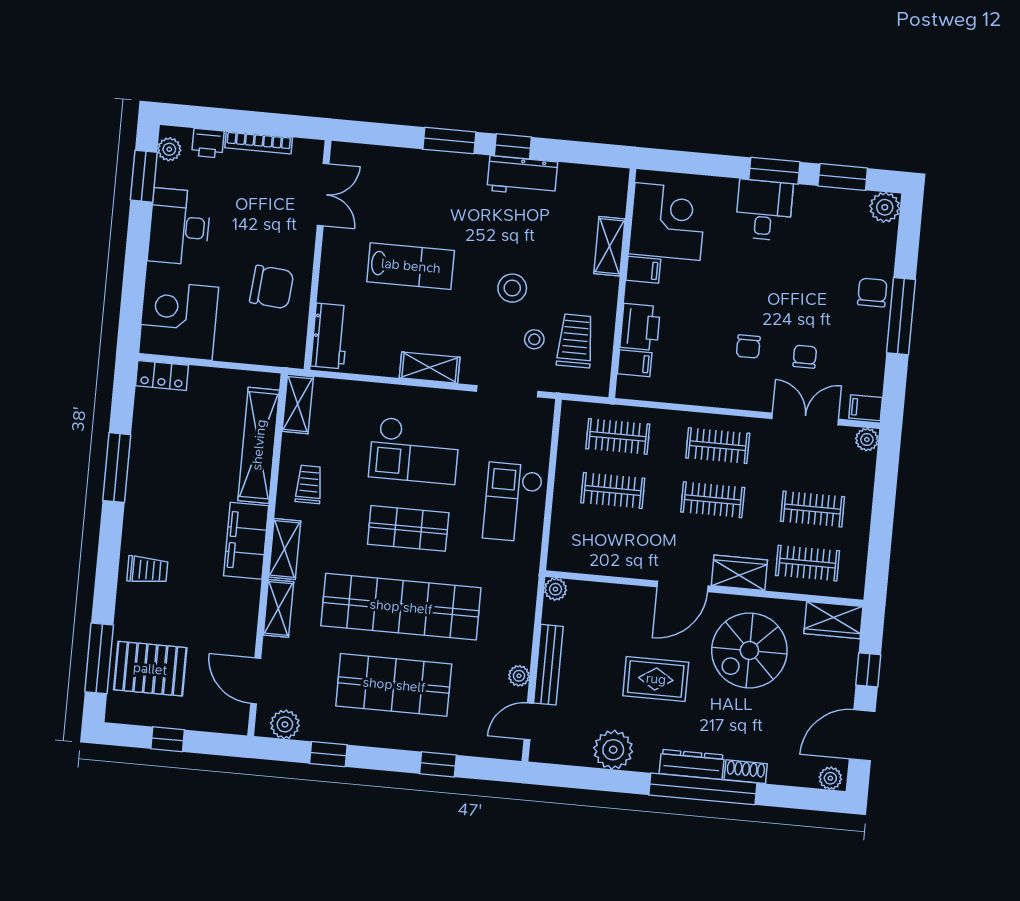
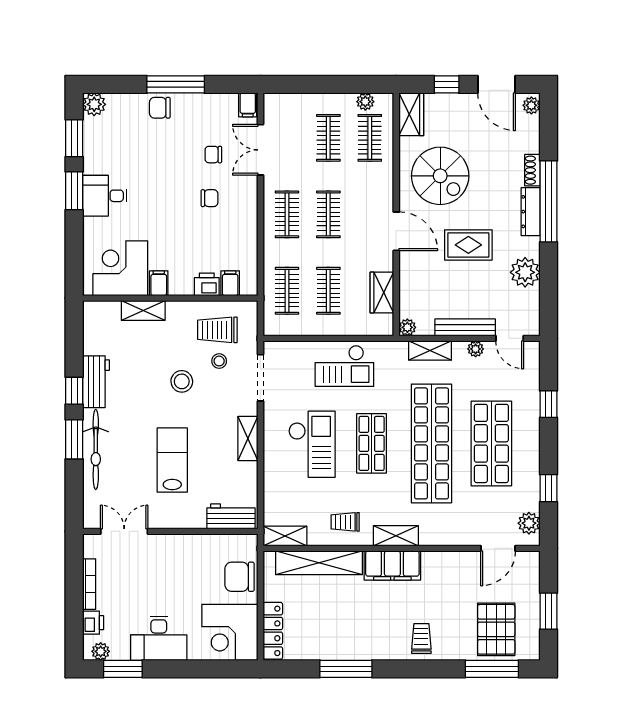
bicycle: (434, 167) -> (96, 449), added
chair: (272, 287) -> (239, 577), moved, turned -95
printer: (640, 327) -> (207, 284), width x0.73, depth x0.81
locker: (162, 375) -> (273, 631), width x1.53
plant: (867, 439) -> (365, 102), moved
wardrobe: (739, 573) -> (382, 292), moved
shelving: (278, 608) -> (430, 351), moved
rug: (656, 679) -> (468, 245), turned 90
window: (168, 739) -> (549, 611), width x1.50

